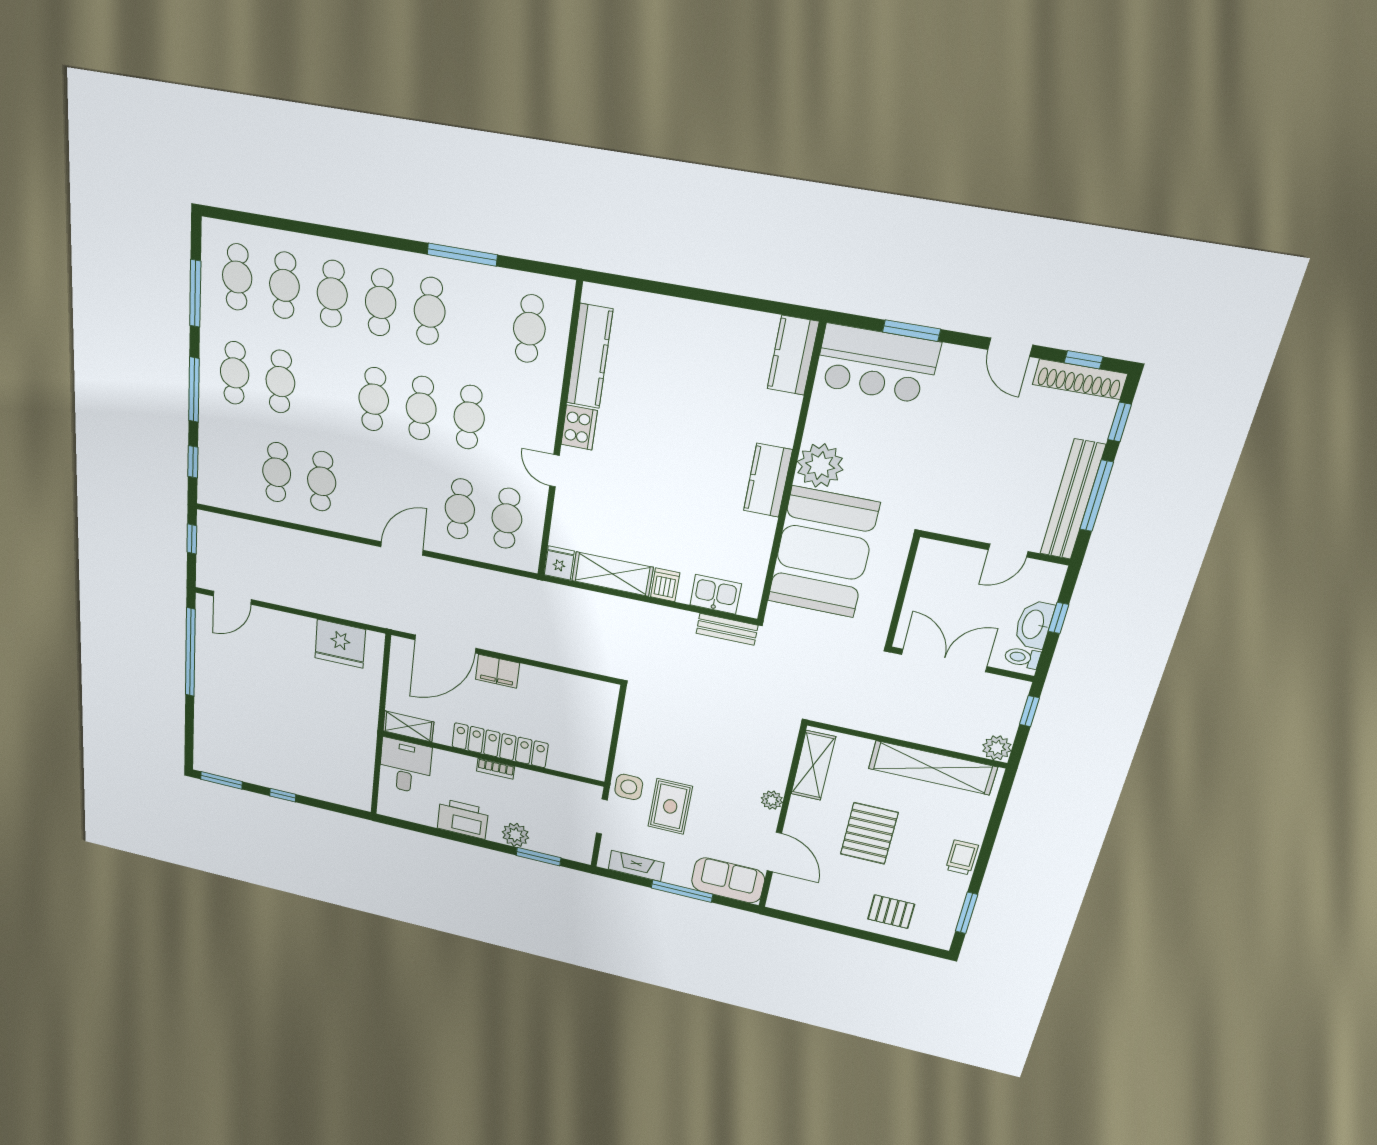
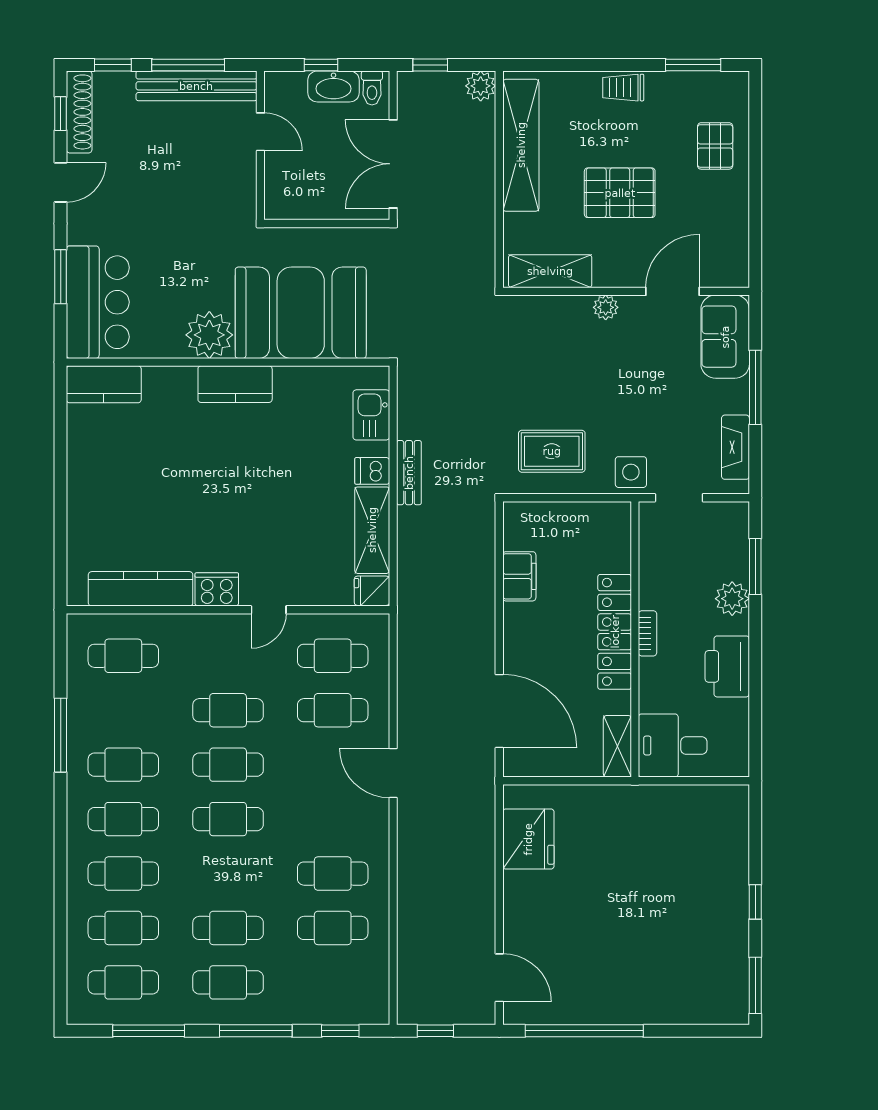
bench: (727, 629) -> (409, 473), moved
filing cabinet: (498, 671) -> (519, 576), moved
rug: (670, 806) -> (552, 451), moved

